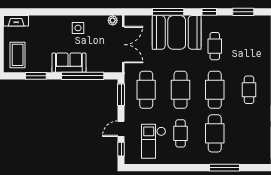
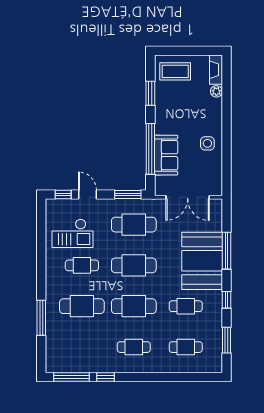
plant: (113, 20) -> (216, 91), moved
cafe table: (249, 46) -> (186, 347), added
sofa: (69, 63) -> (166, 155), moved
checkout: (154, 141) -> (72, 233), turned 180

